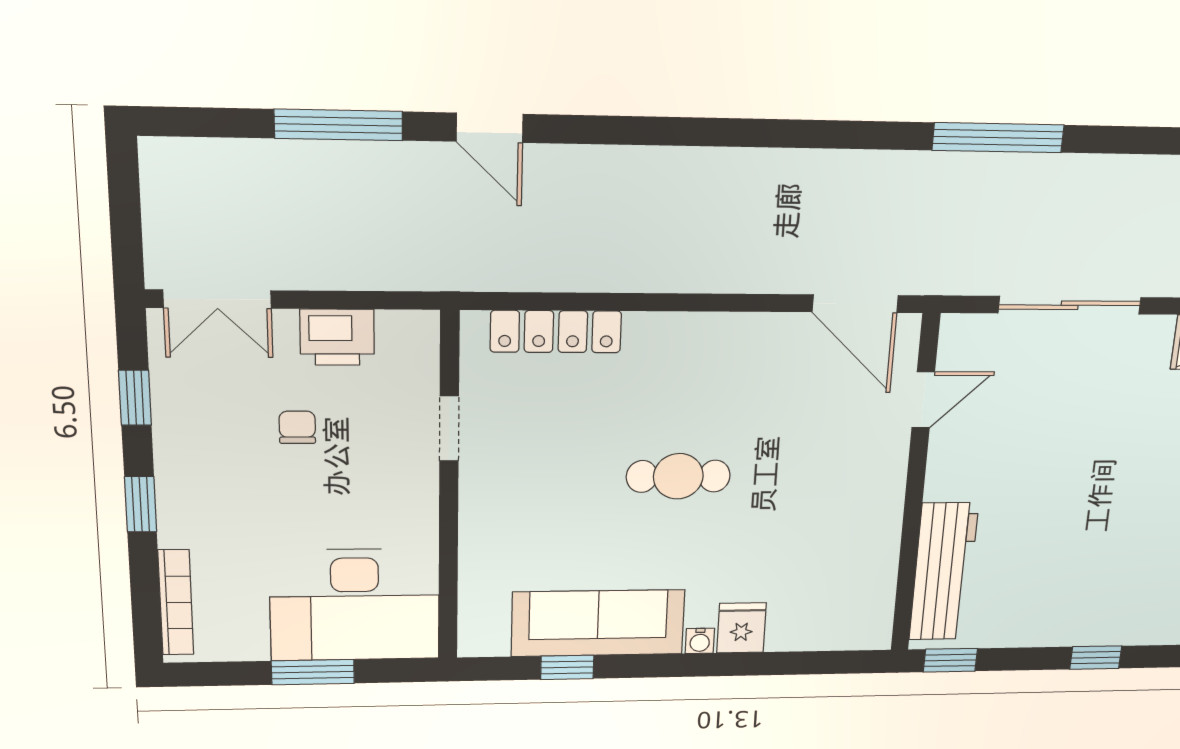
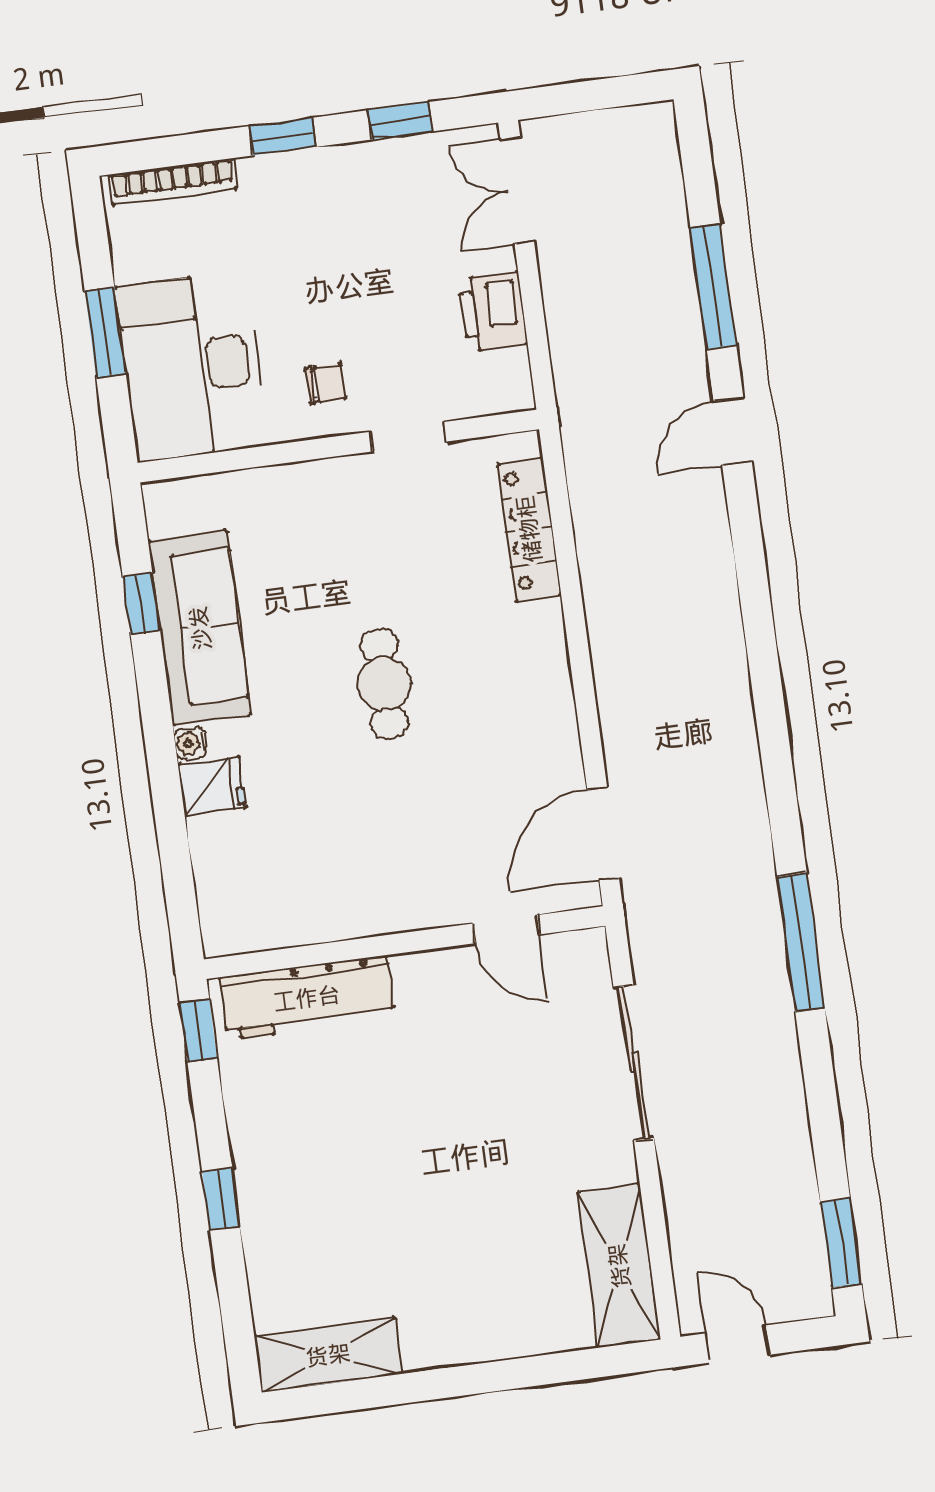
chair: (297, 427) -> (326, 384), moved

